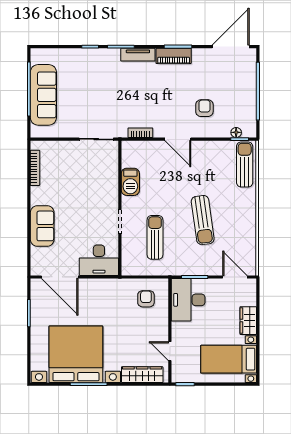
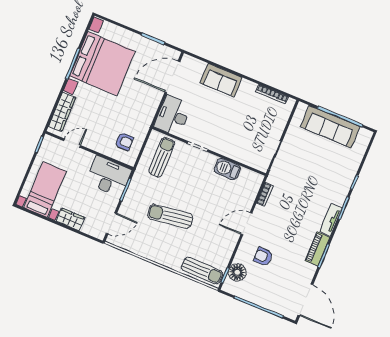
armchair: (204, 108) -> (263, 257), turned 180
floor lamp: (236, 132) -> (237, 272), width x1.89, depth x1.89
sun lounger: (155, 237) -> (162, 157), moved, turned -90

